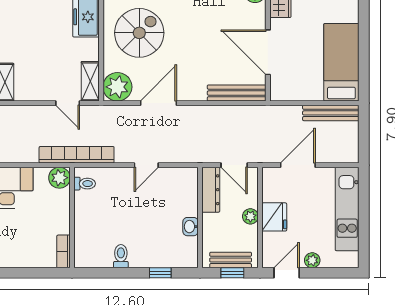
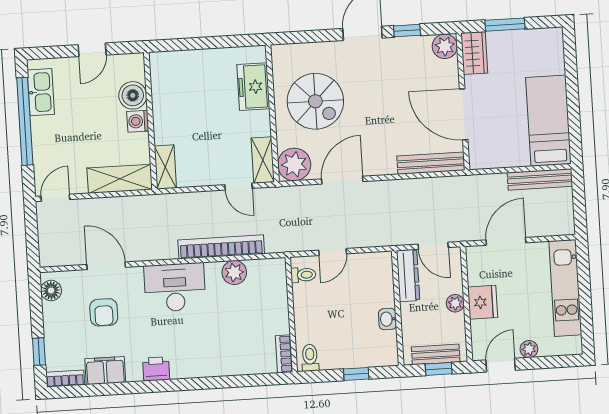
spiral stairs: (139, 33) -> (315, 101), turned 90
bookcase: (77, 155) -> (221, 247), moved
toilet: (85, 184) -> (303, 275), moved
wall: (72, 218) -> (291, 315), moved
bookcase: (63, 251) -> (284, 354), moved

